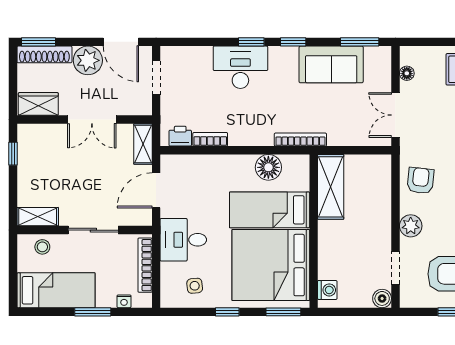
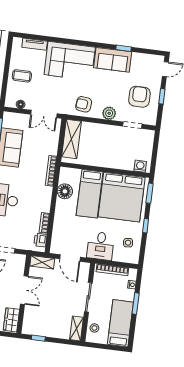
shelving: (331, 187) -> (72, 139), moved, turned 90
boiler: (382, 298) -> (149, 135), removed

